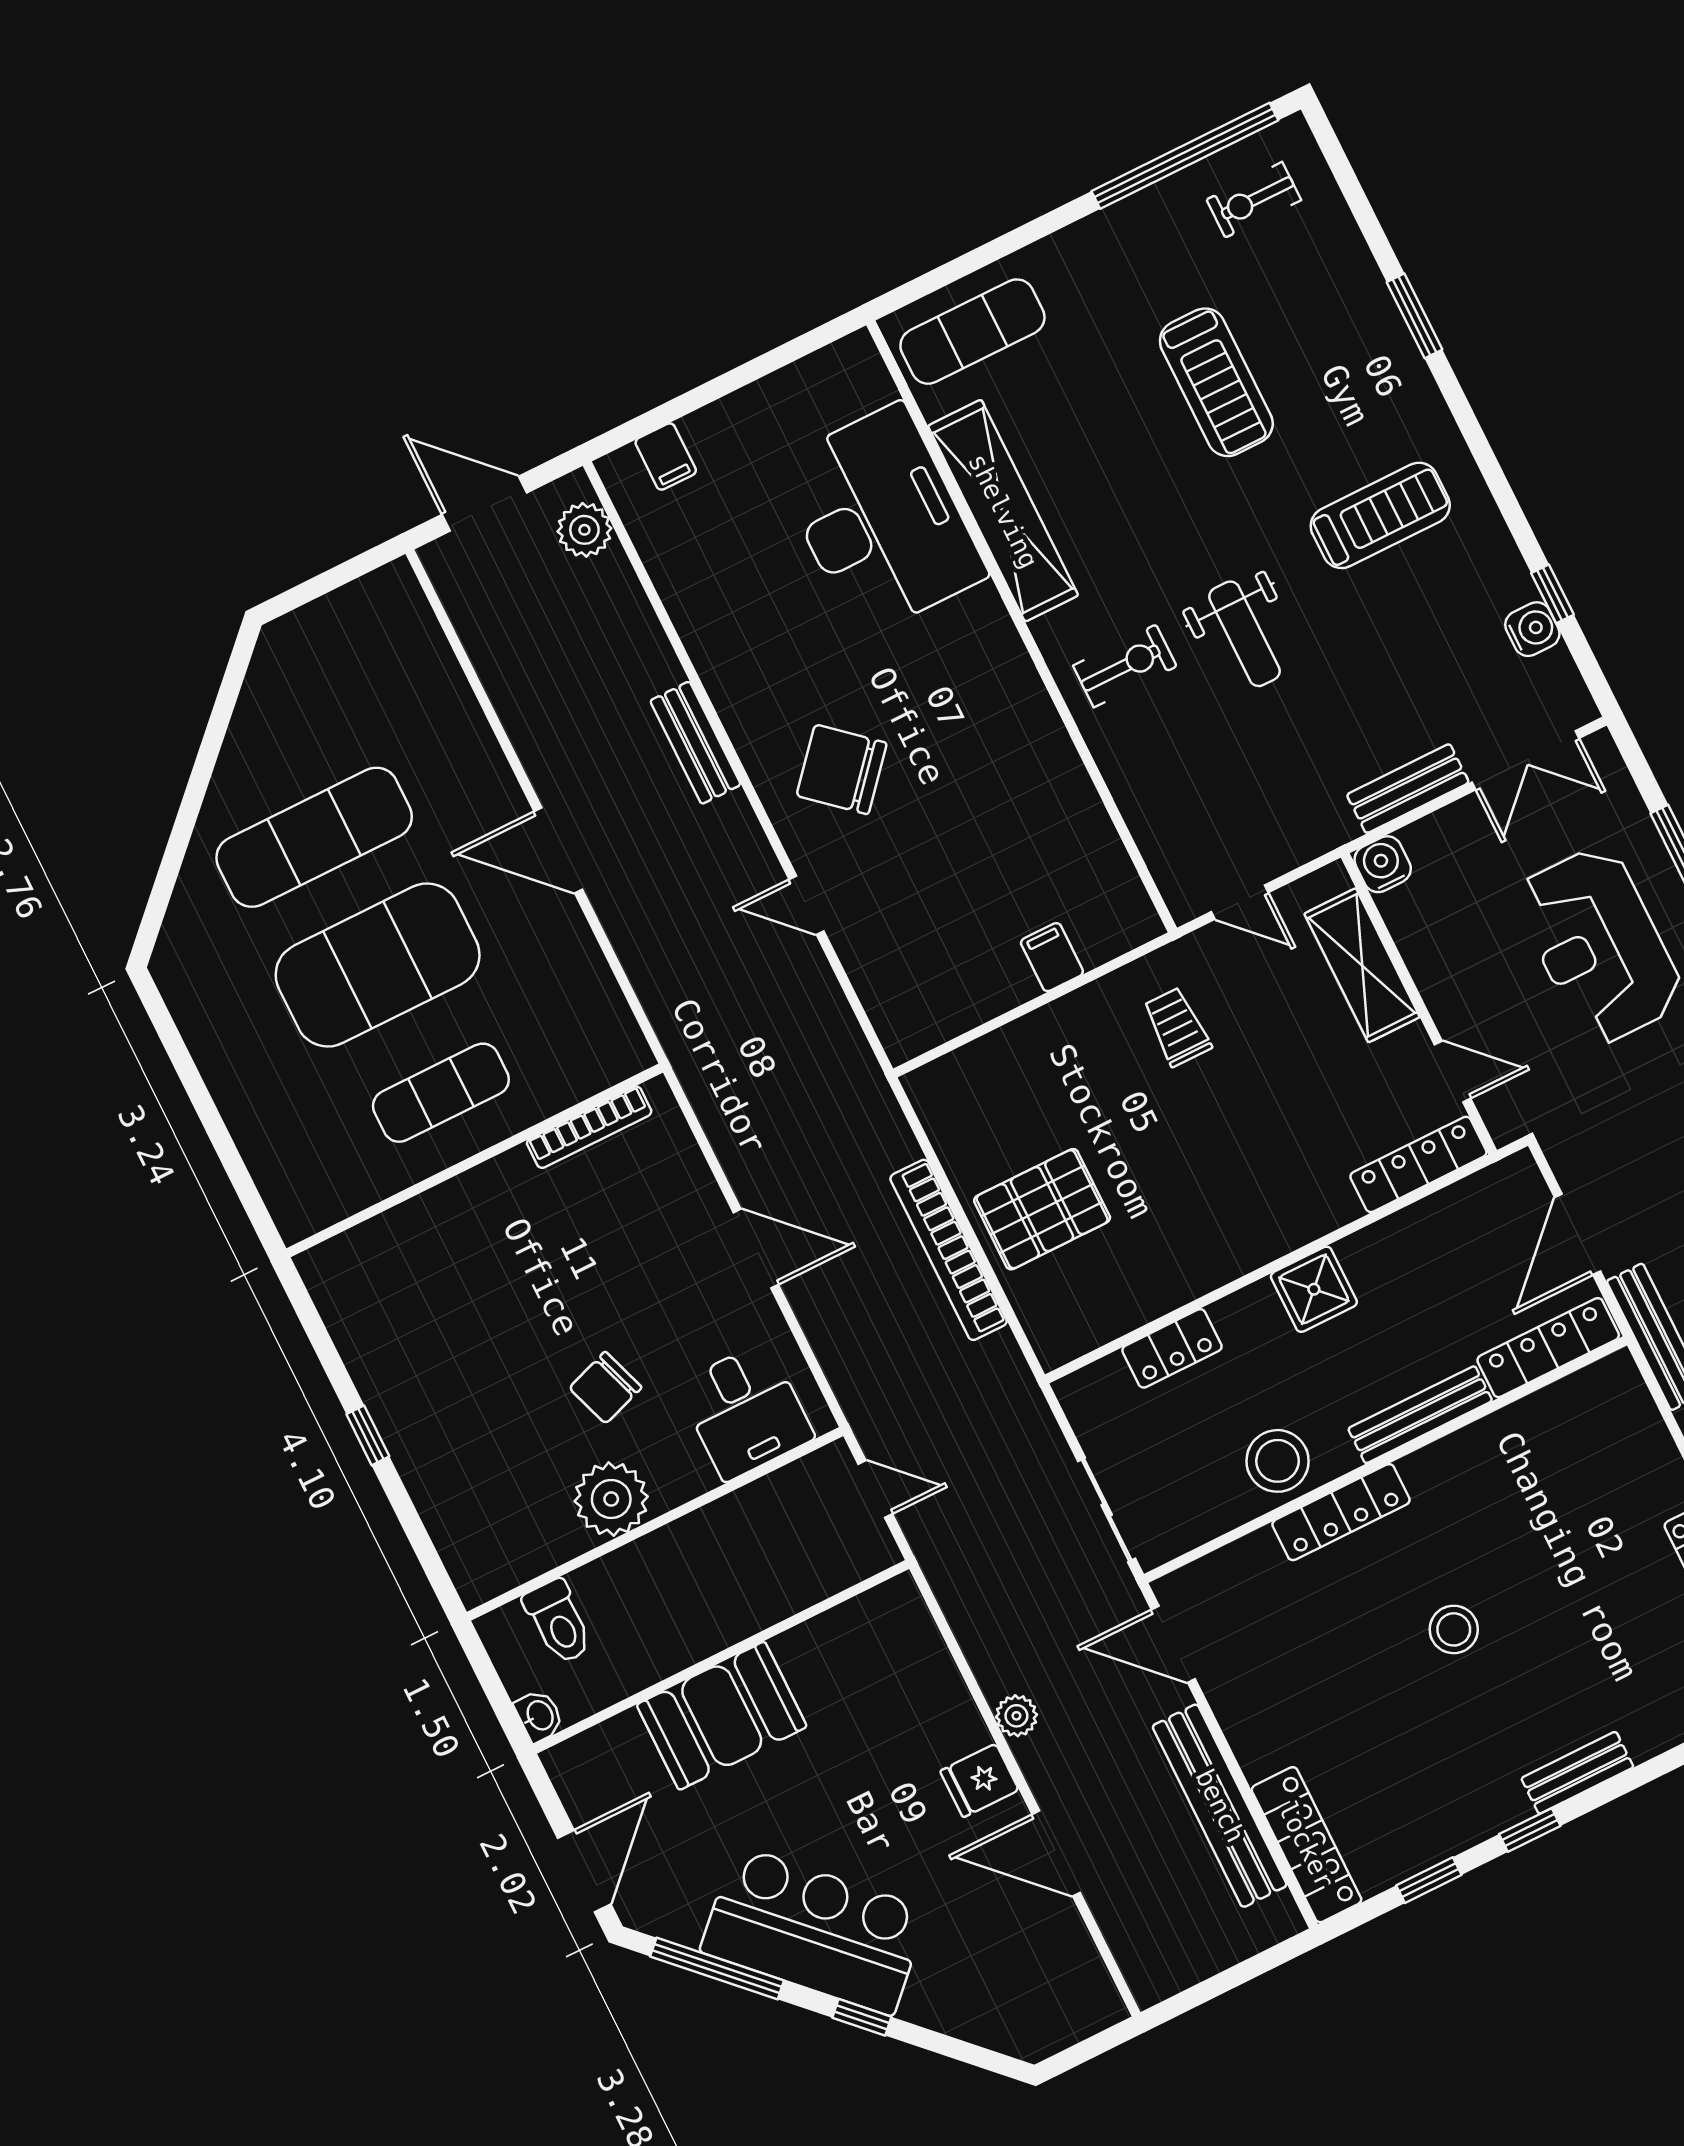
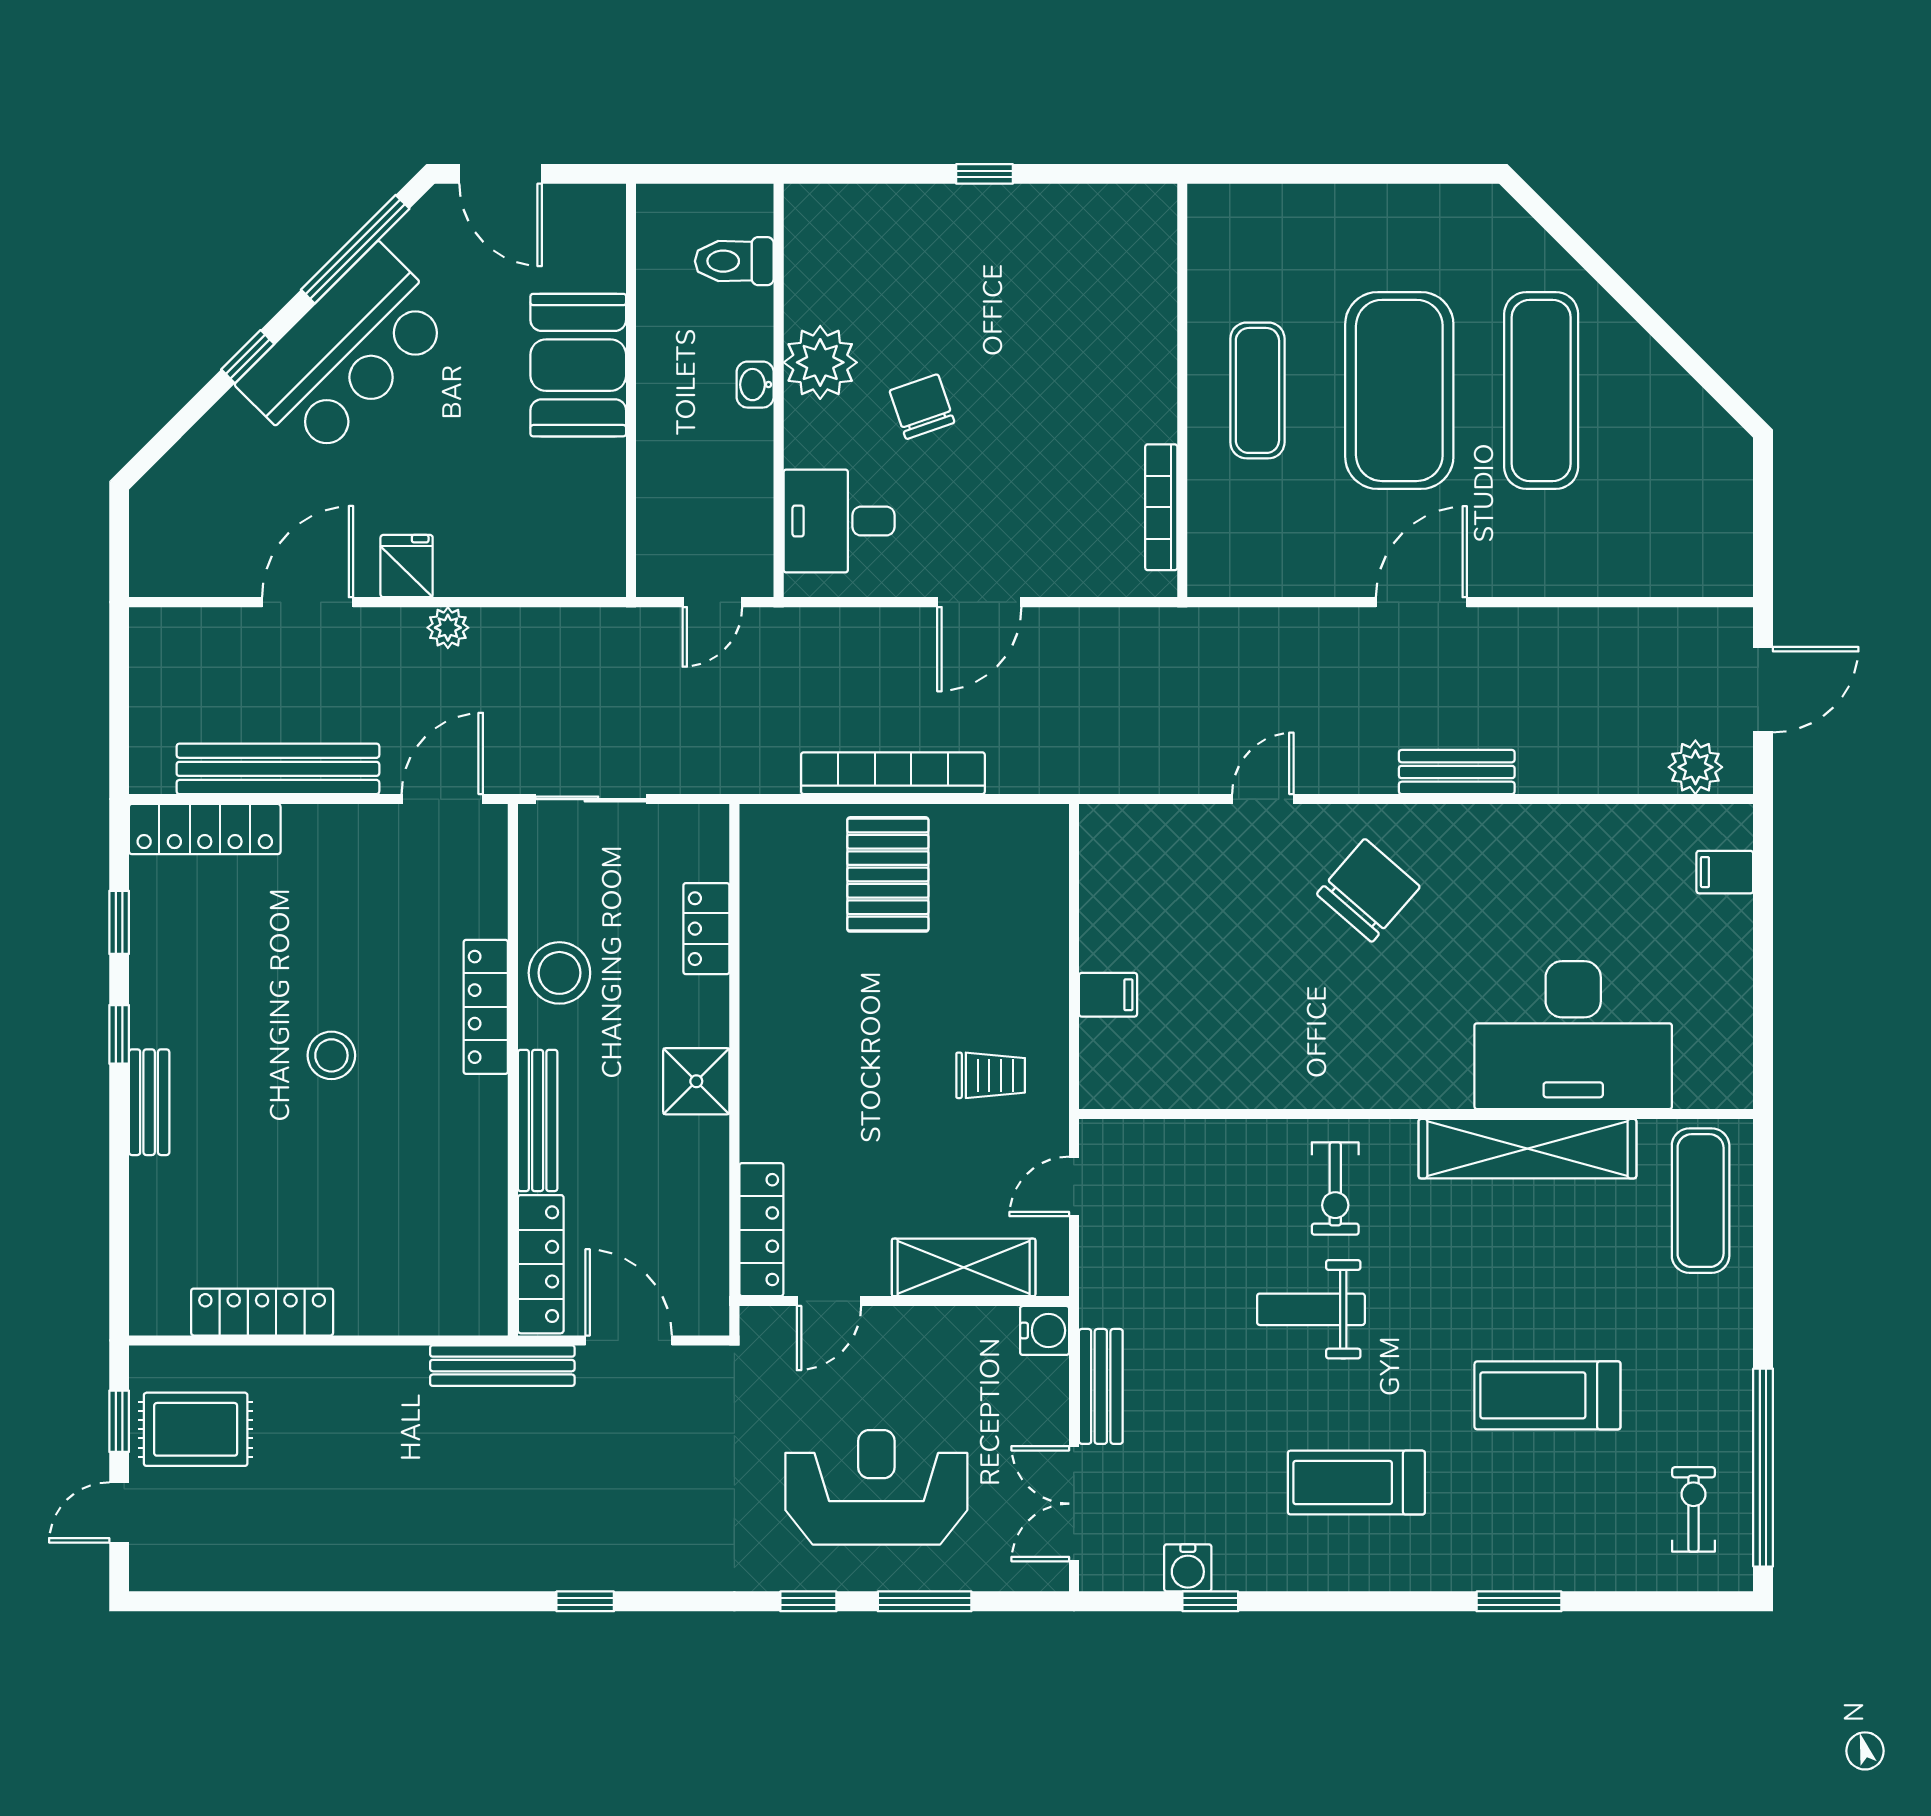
treadmill: (1380, 515) -> (1356, 1483), turned 90
washbasin: (539, 1716) -> (755, 385), moved, turned 90

